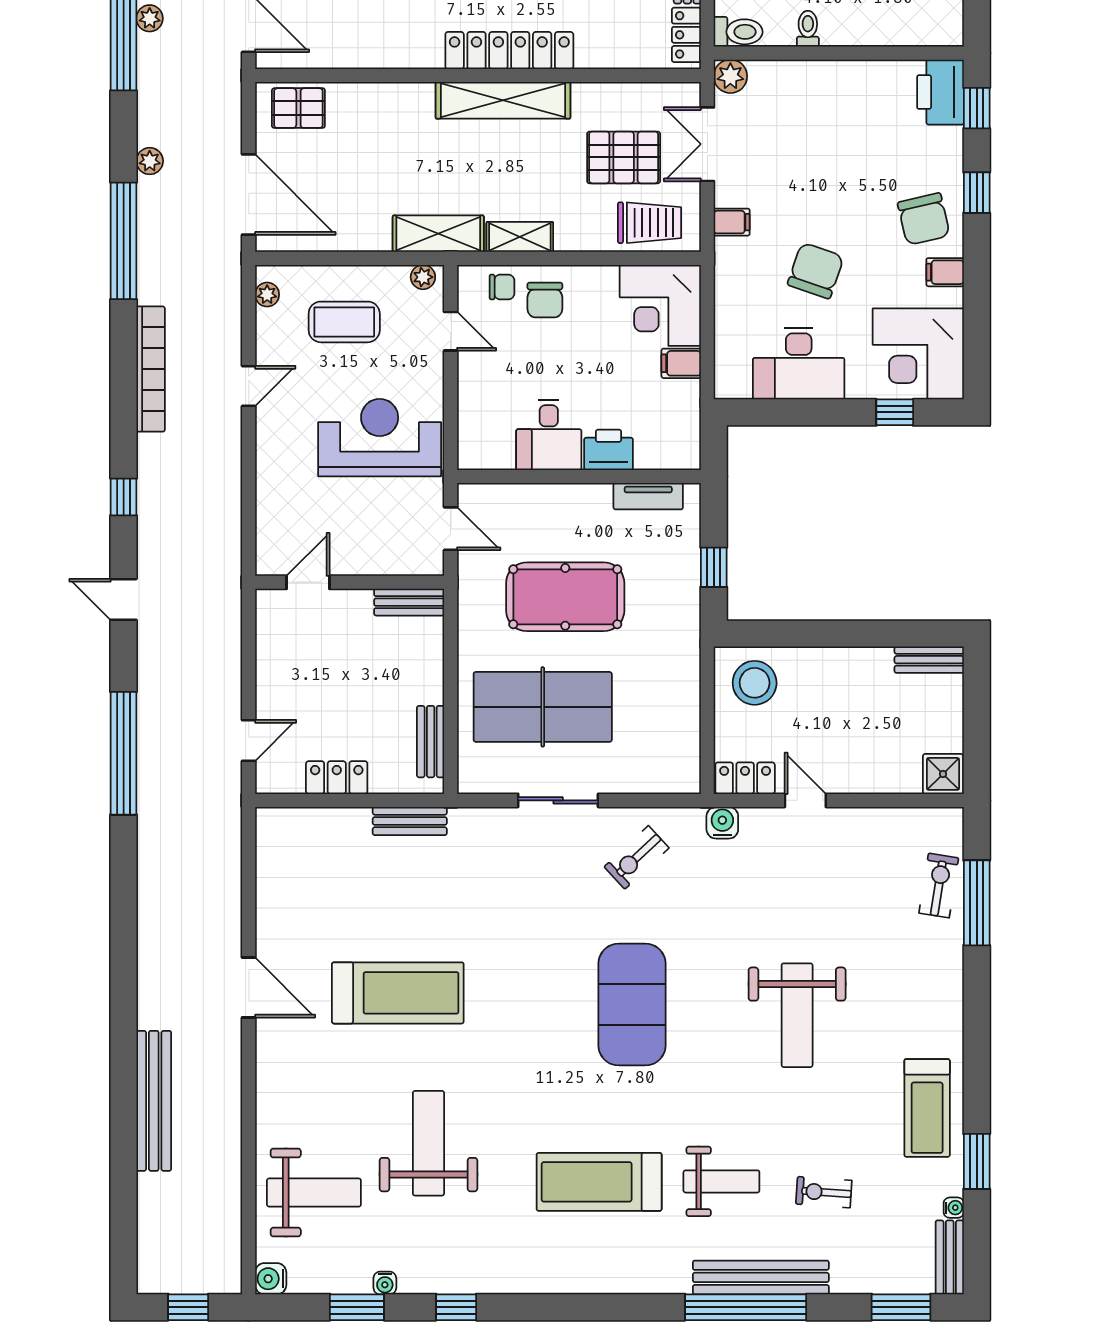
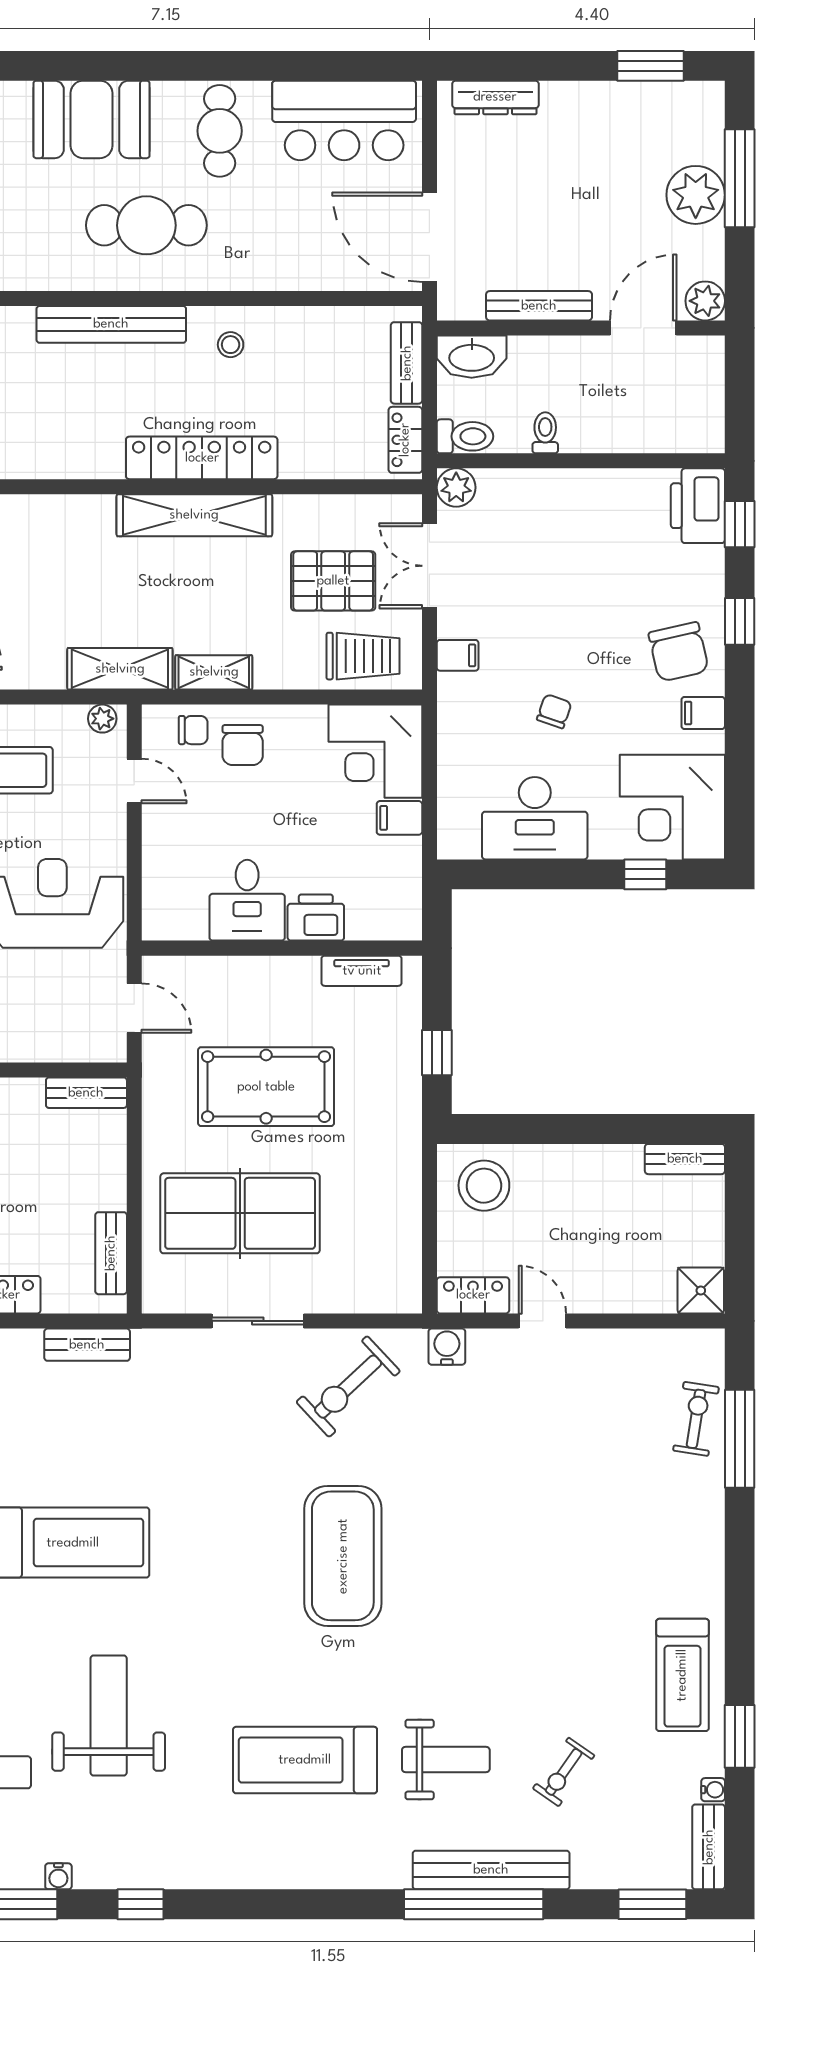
chair: (816, 271) -> (554, 711), width x0.54, depth x0.54
exercise bike: (637, 857) -> (348, 1387), width x1.38, depth x1.39
weight bench: (797, 1015) -> (533, 1568), removed
exercise bike: (824, 1192) -> (564, 1772), turned -59

